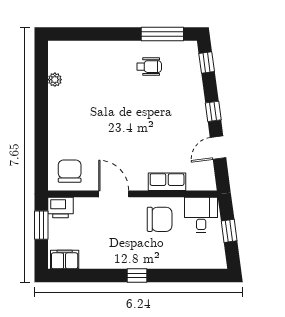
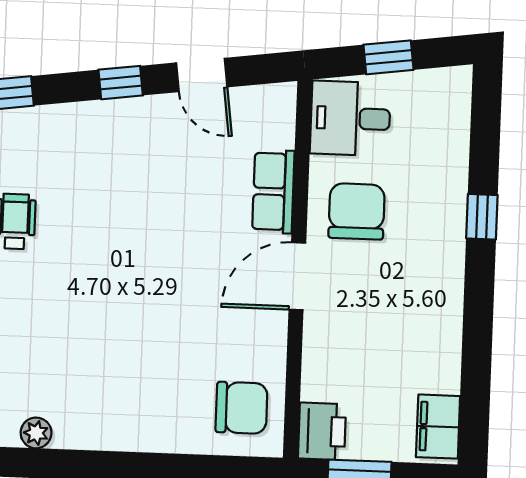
chair: (70, 171) -> (242, 408), turned 180
door: (114, 194) -> (297, 276), moved
window: (137, 276) -> (482, 217), moved

